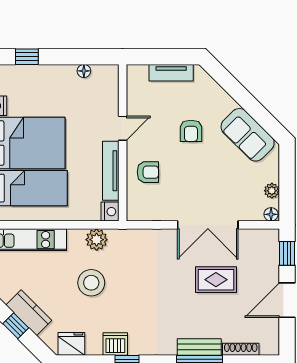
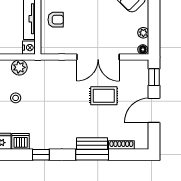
stool: (91, 283) -> (16, 98), width x0.53, depth x0.53
dishwasher: (115, 344) -> (21, 141), moved

